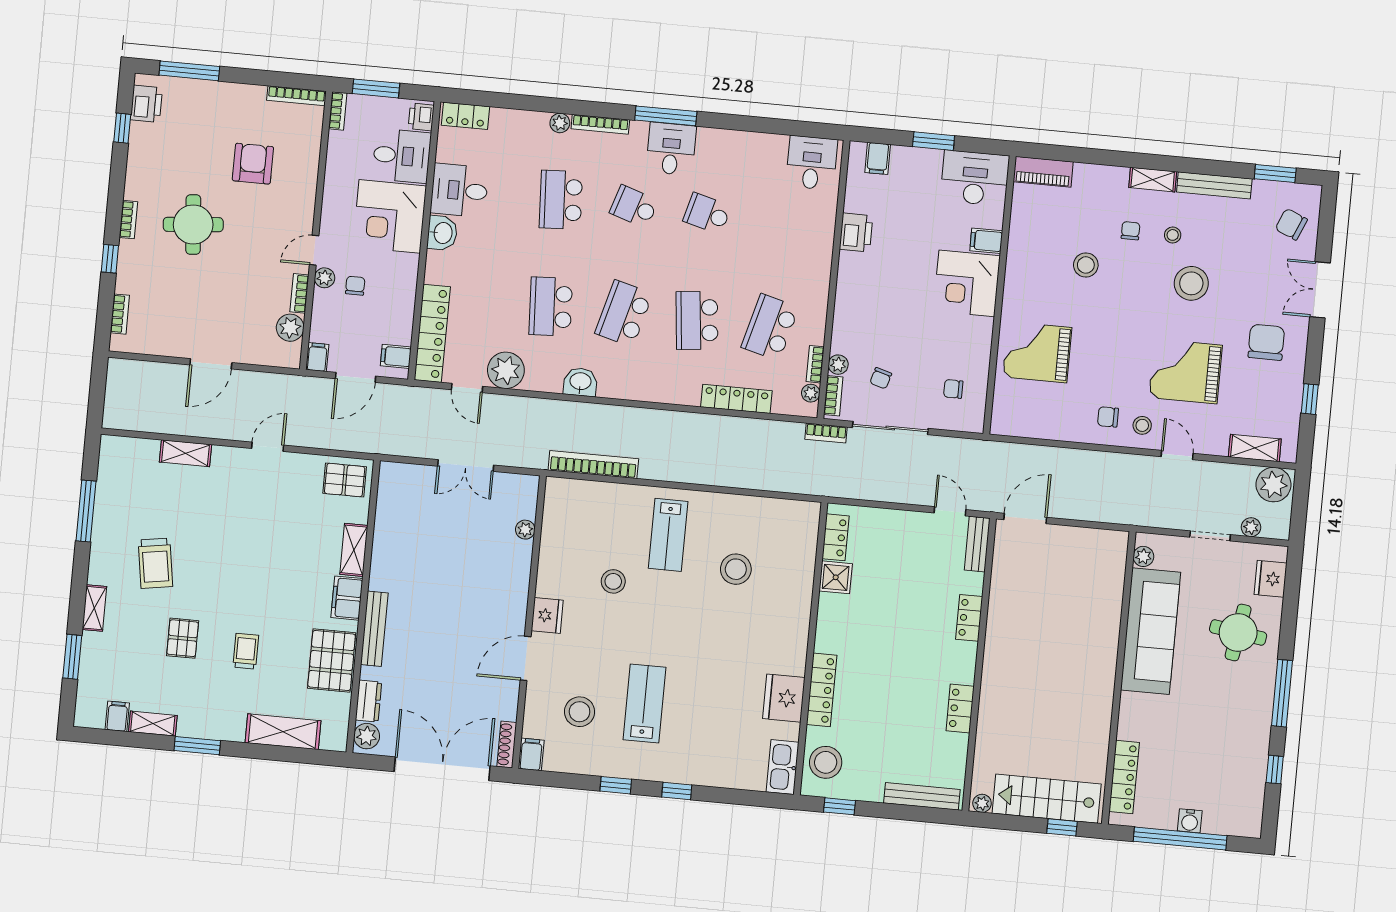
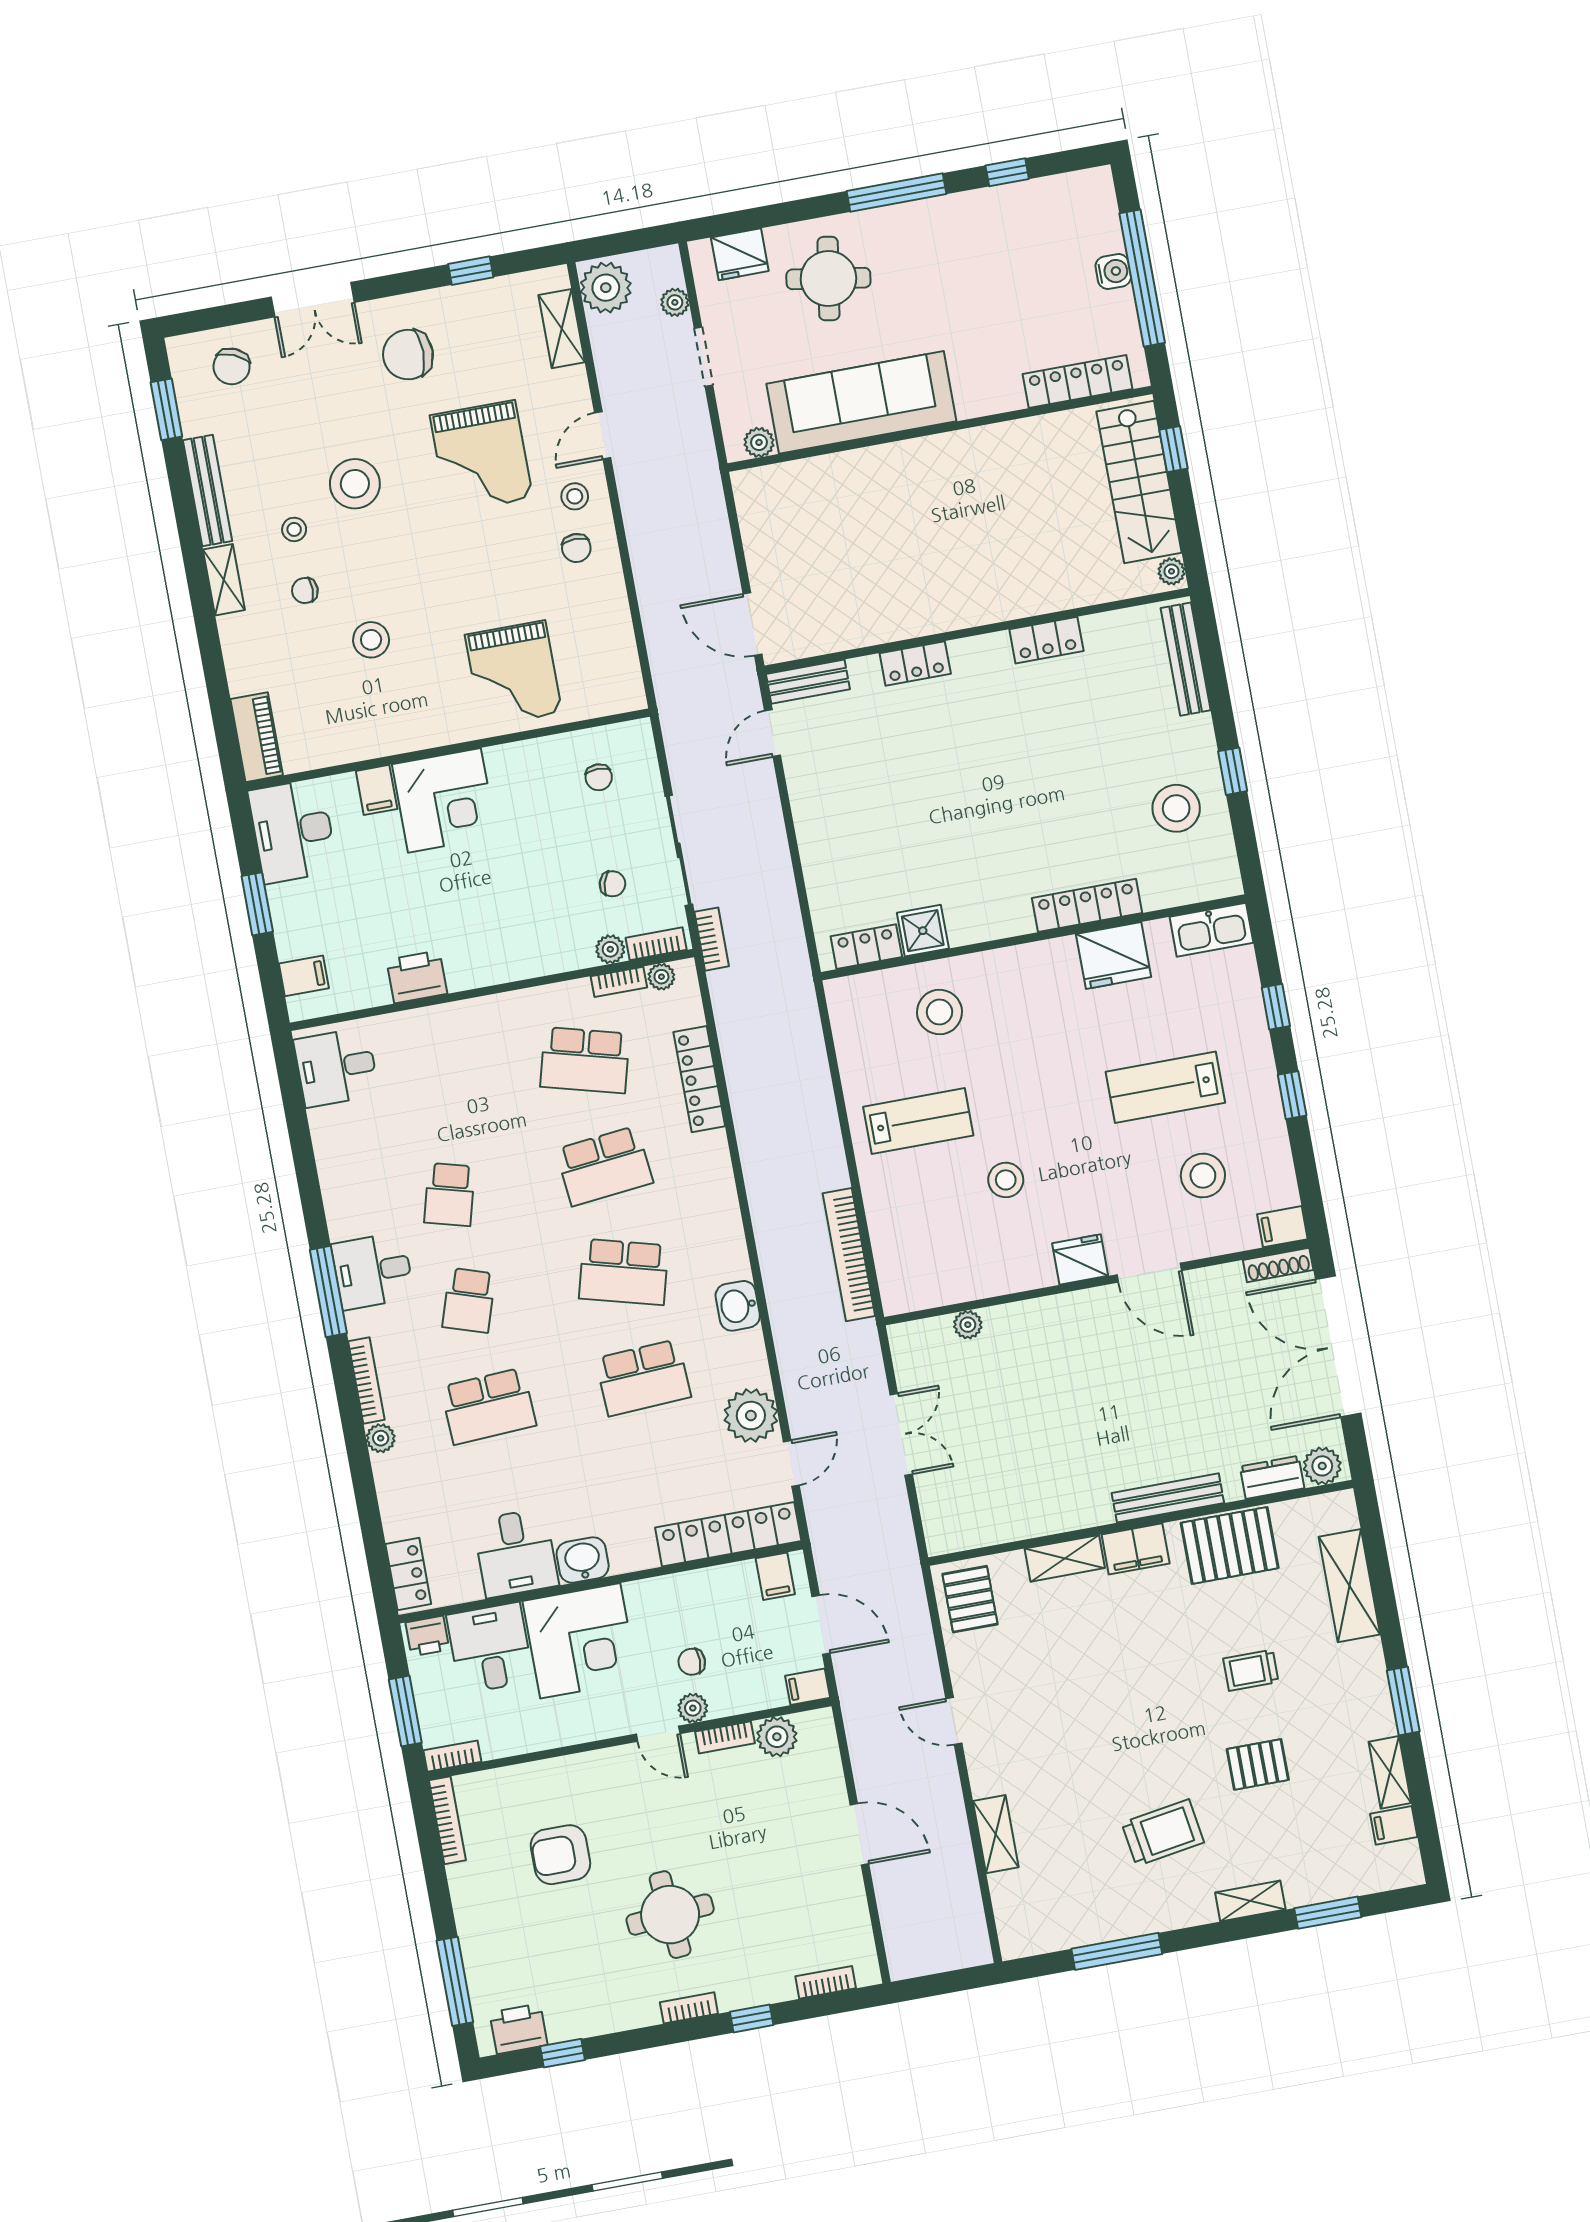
locker: (836, 537) -> (866, 947), moved
shower: (836, 577) -> (923, 931), moved
wall: (811, 649) -> (1033, 937), moved
locker: (822, 690) -> (1087, 905), moved
fridge: (784, 698) -> (1114, 955), moved
kitchen sink: (783, 767) -> (1211, 930), moved

